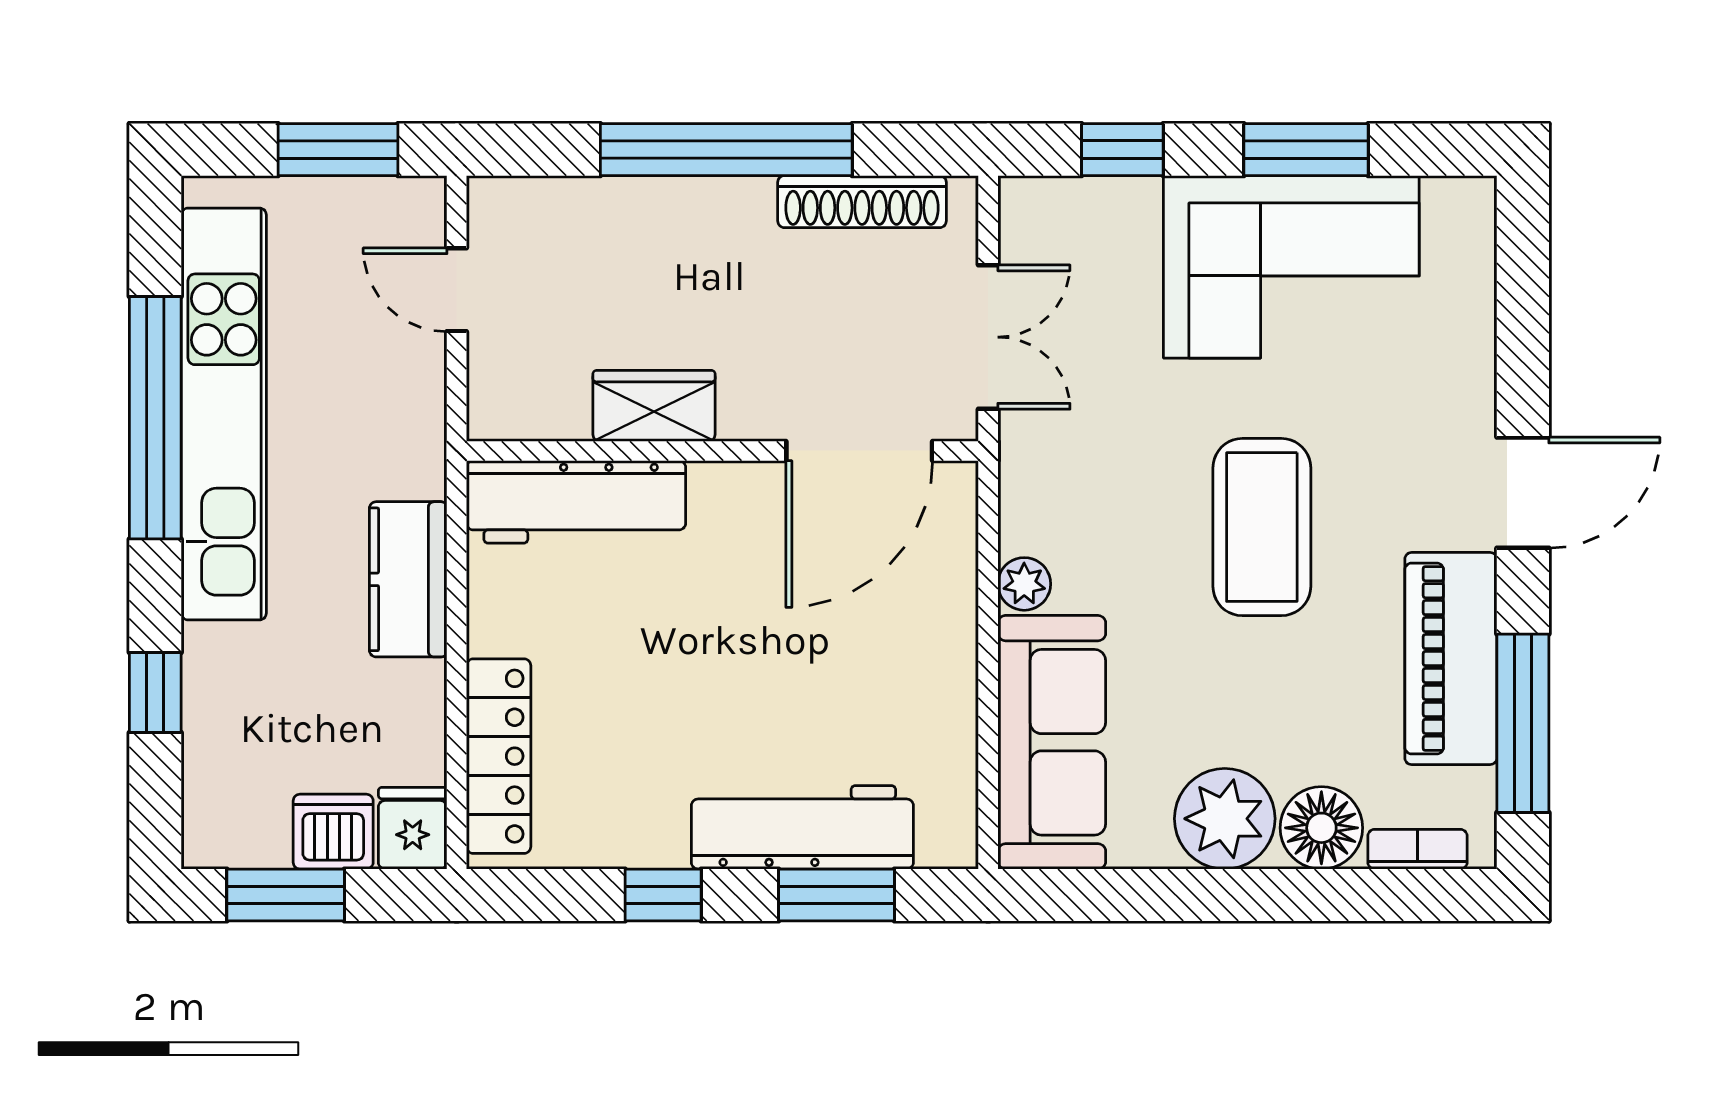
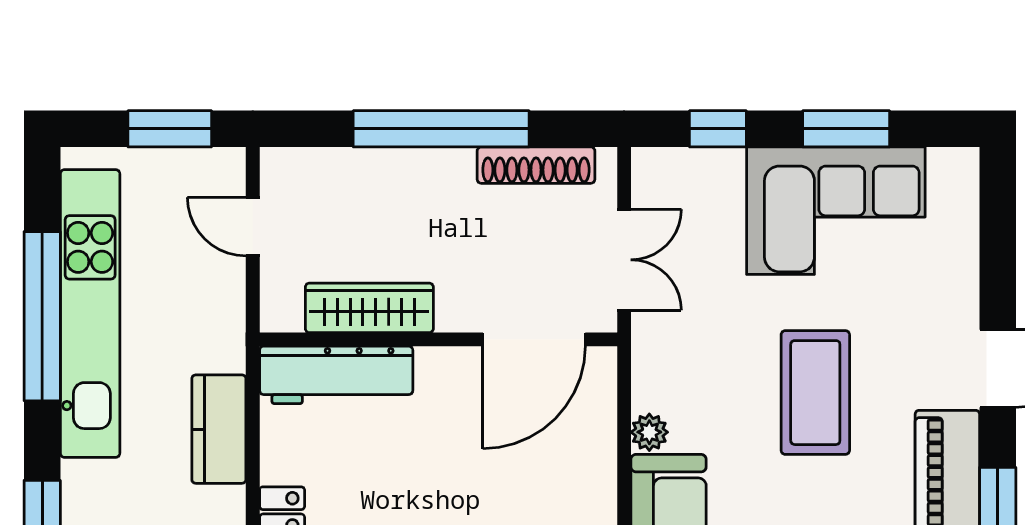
wardrobe: (654, 406) -> (369, 308), width x1.50

